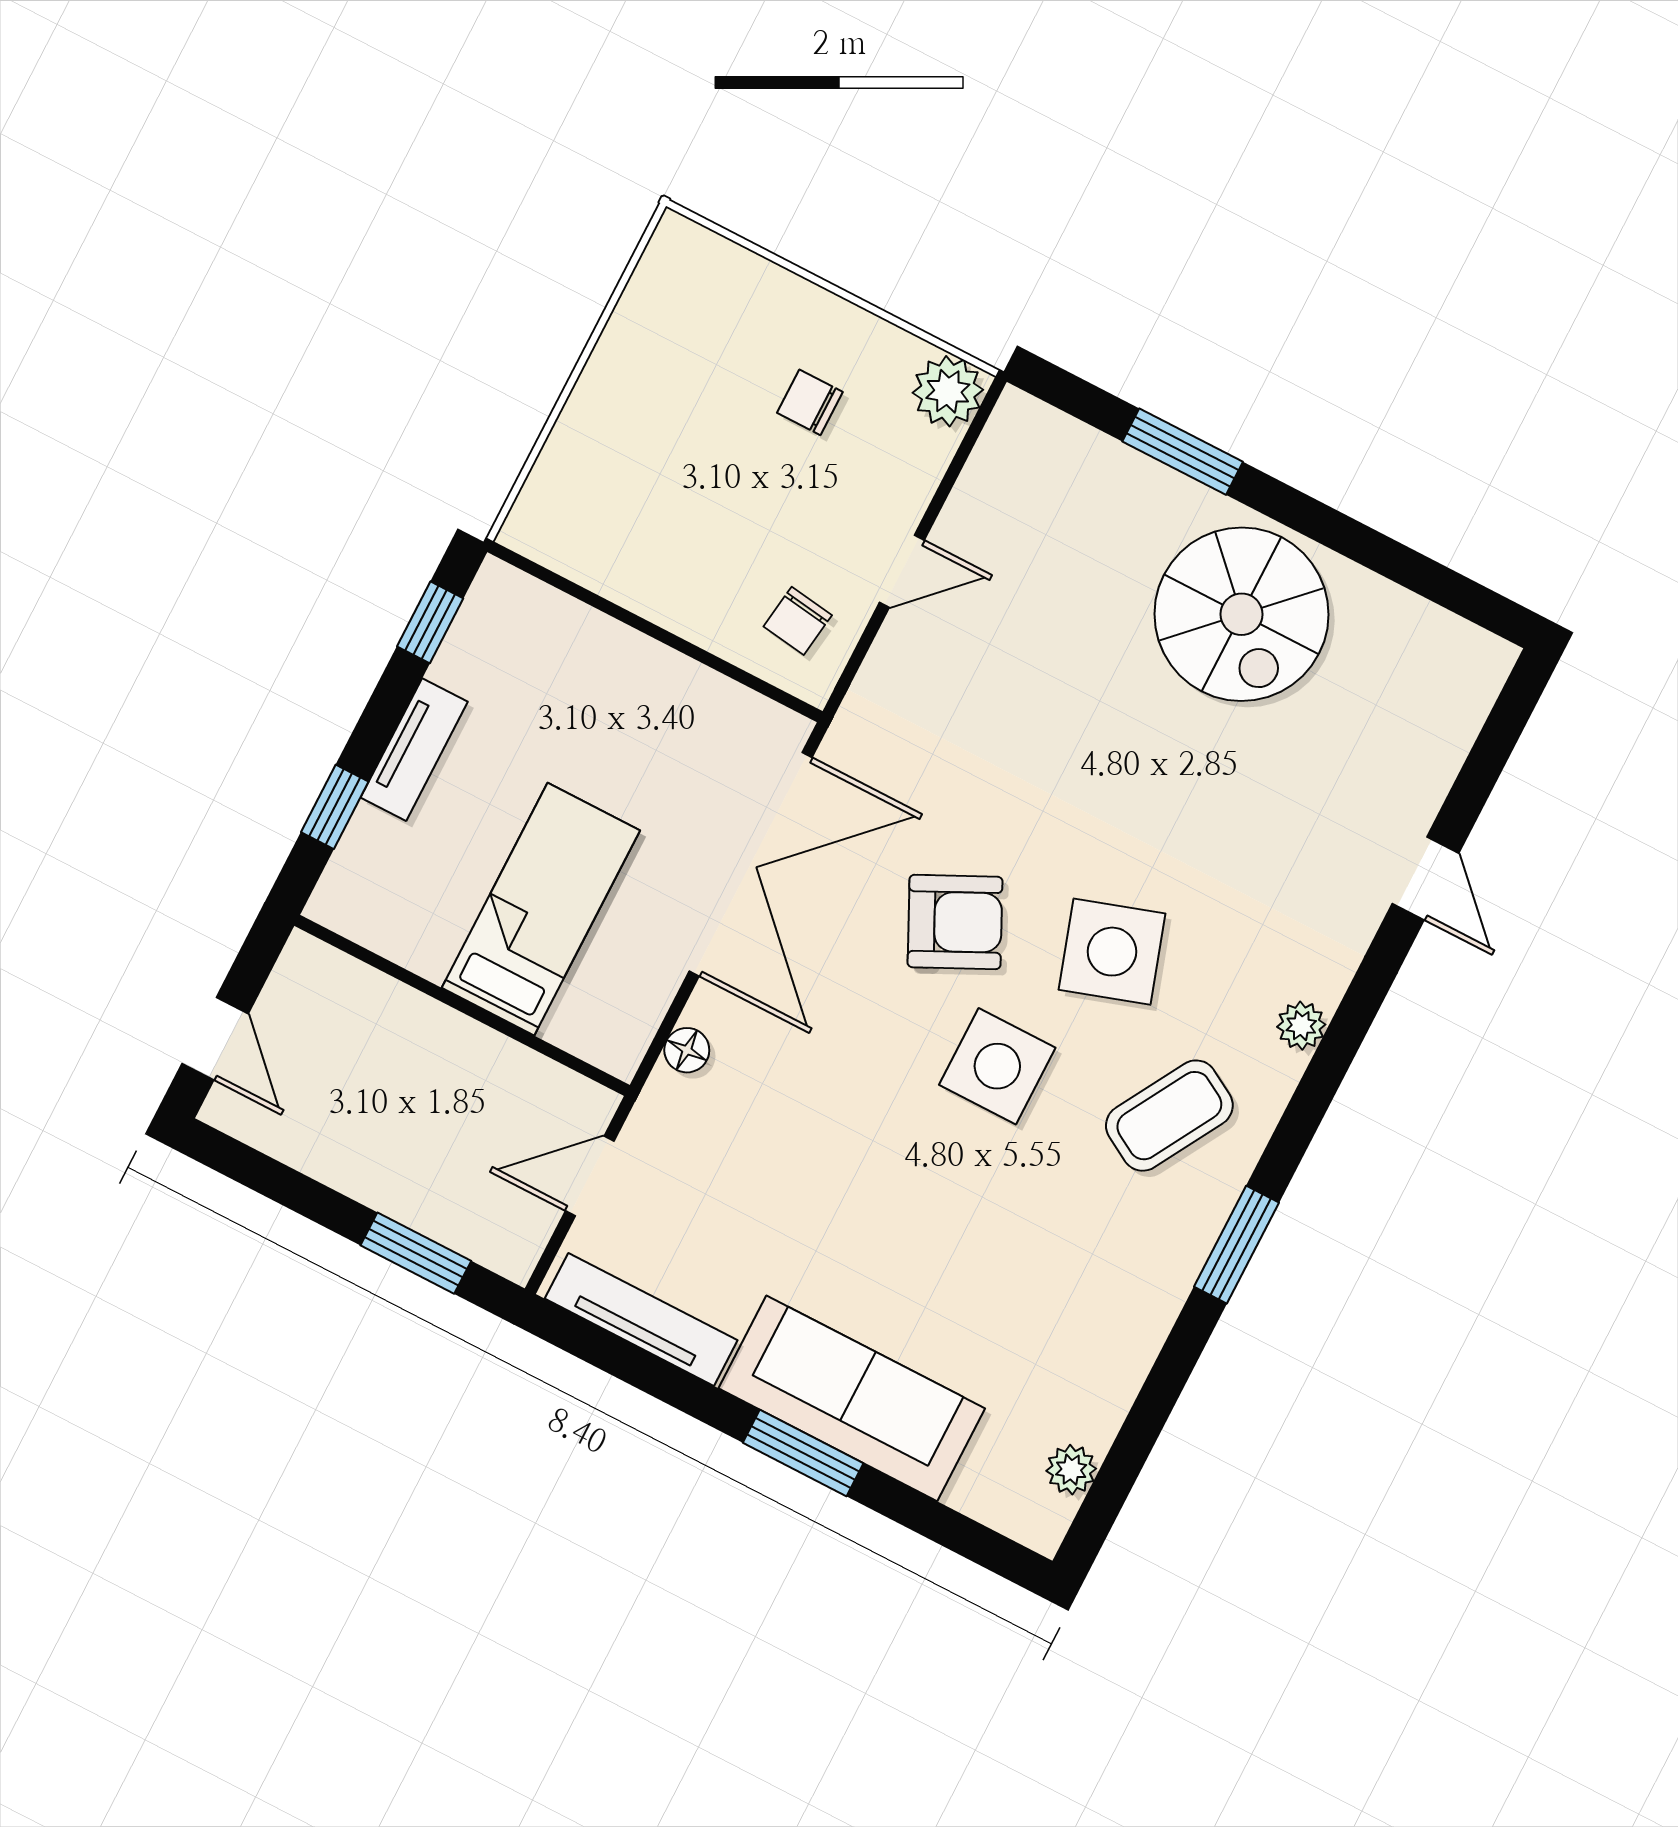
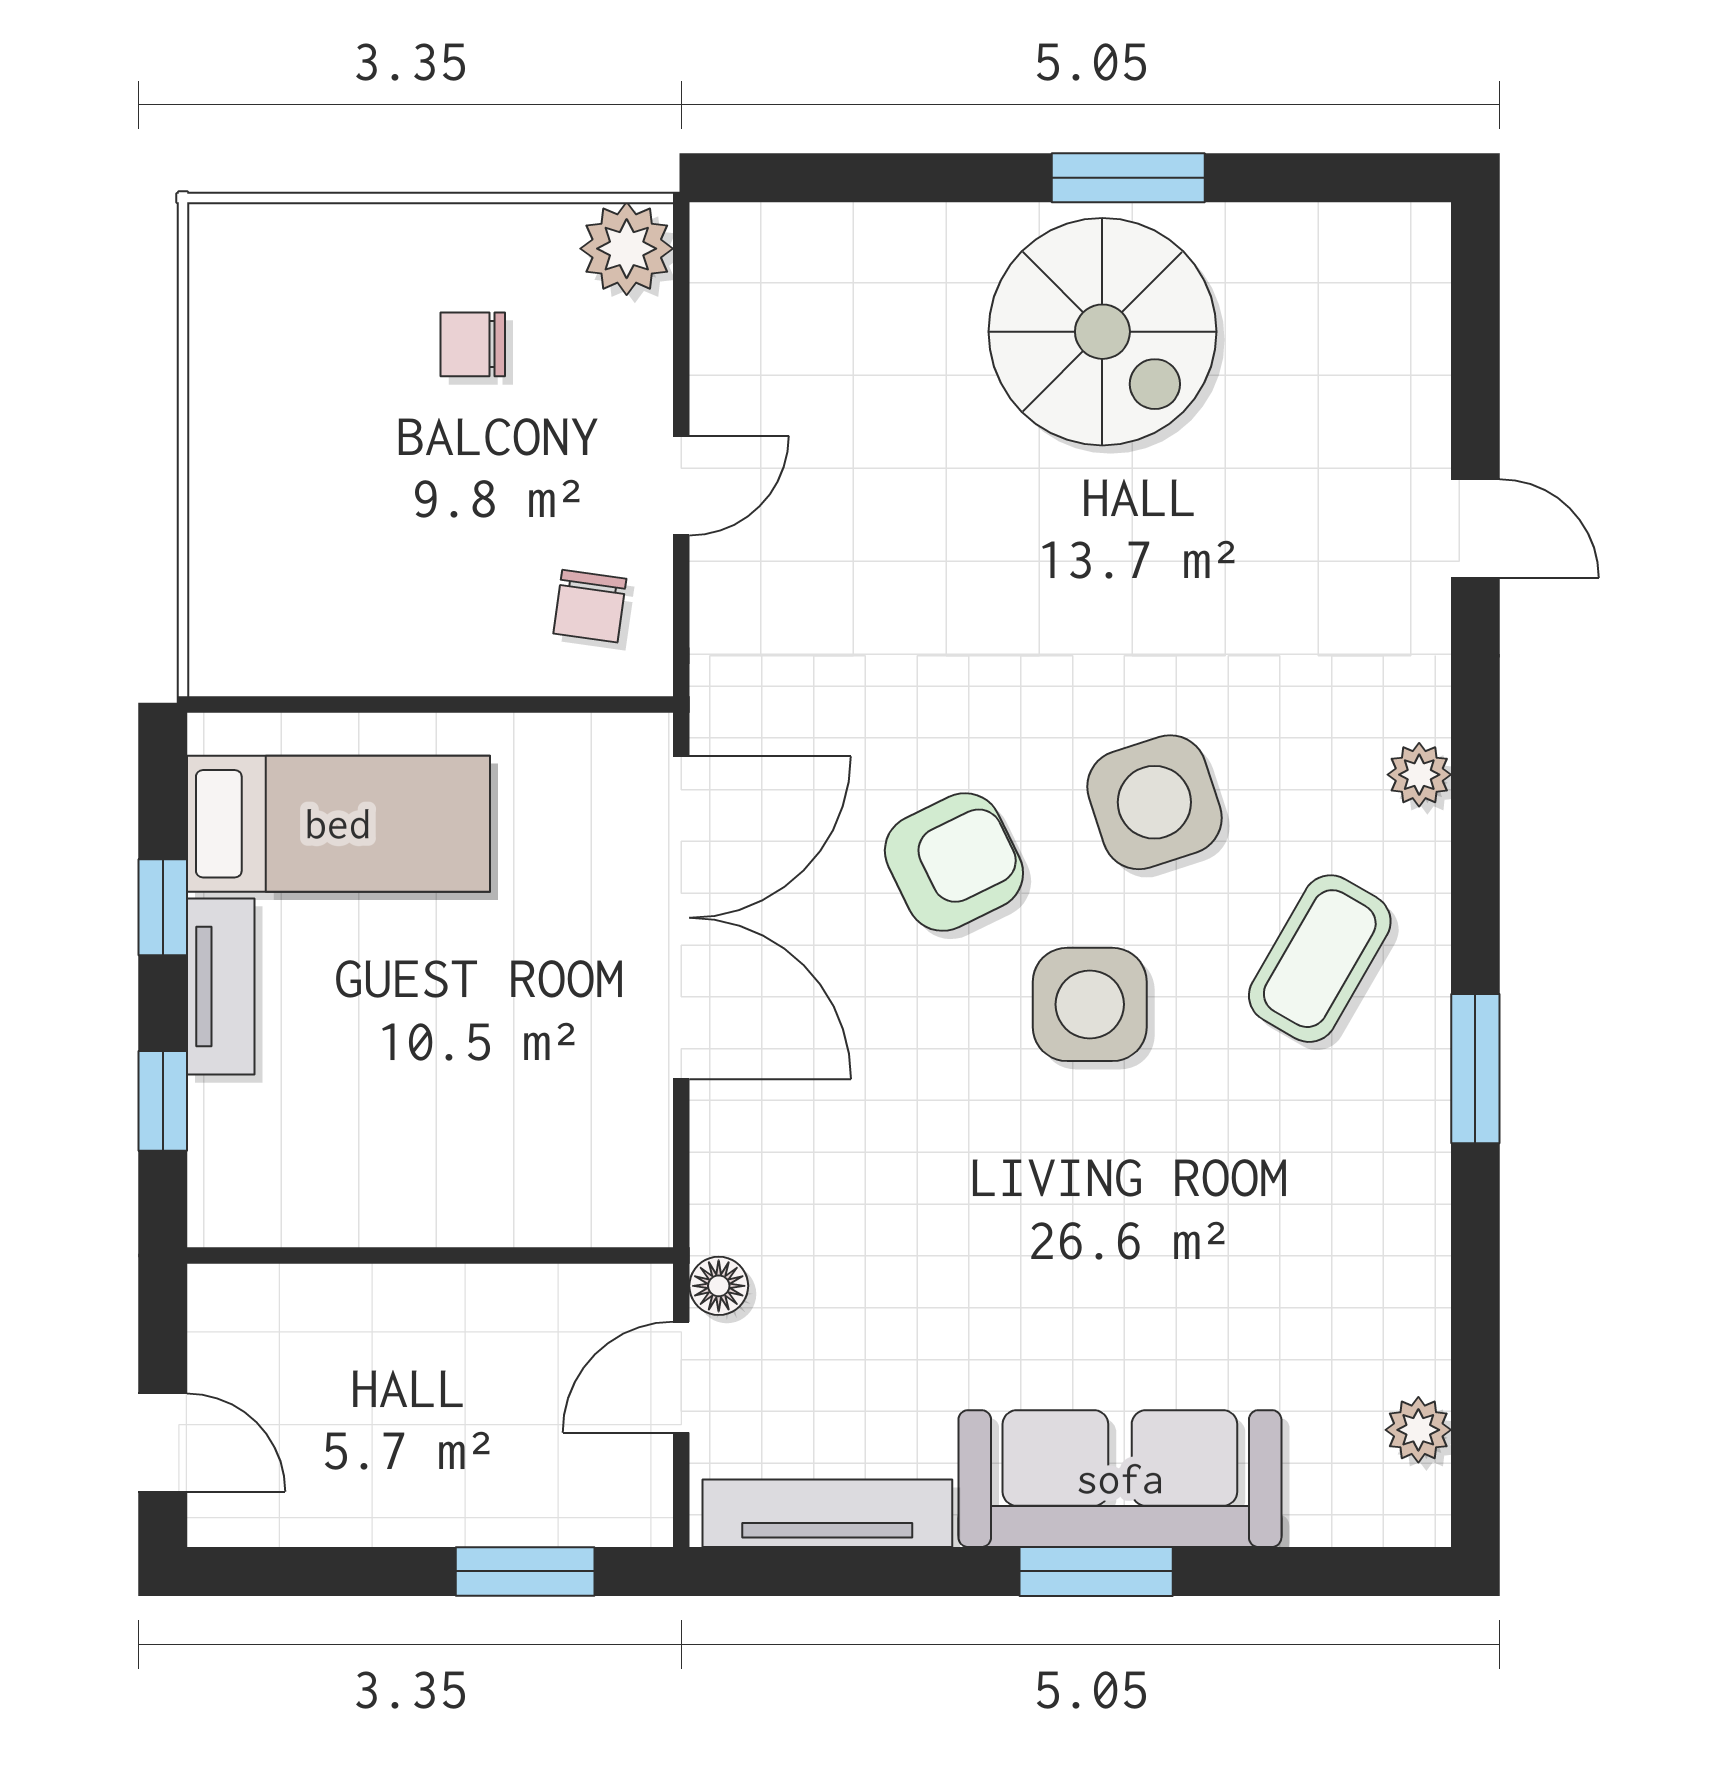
window: (1183, 452) -> (1128, 178), moved
window: (430, 622) -> (163, 907), moved
bed: (541, 909) -> (338, 824), moved, turned 90
floor lamp: (687, 1050) -> (719, 1286), moved

